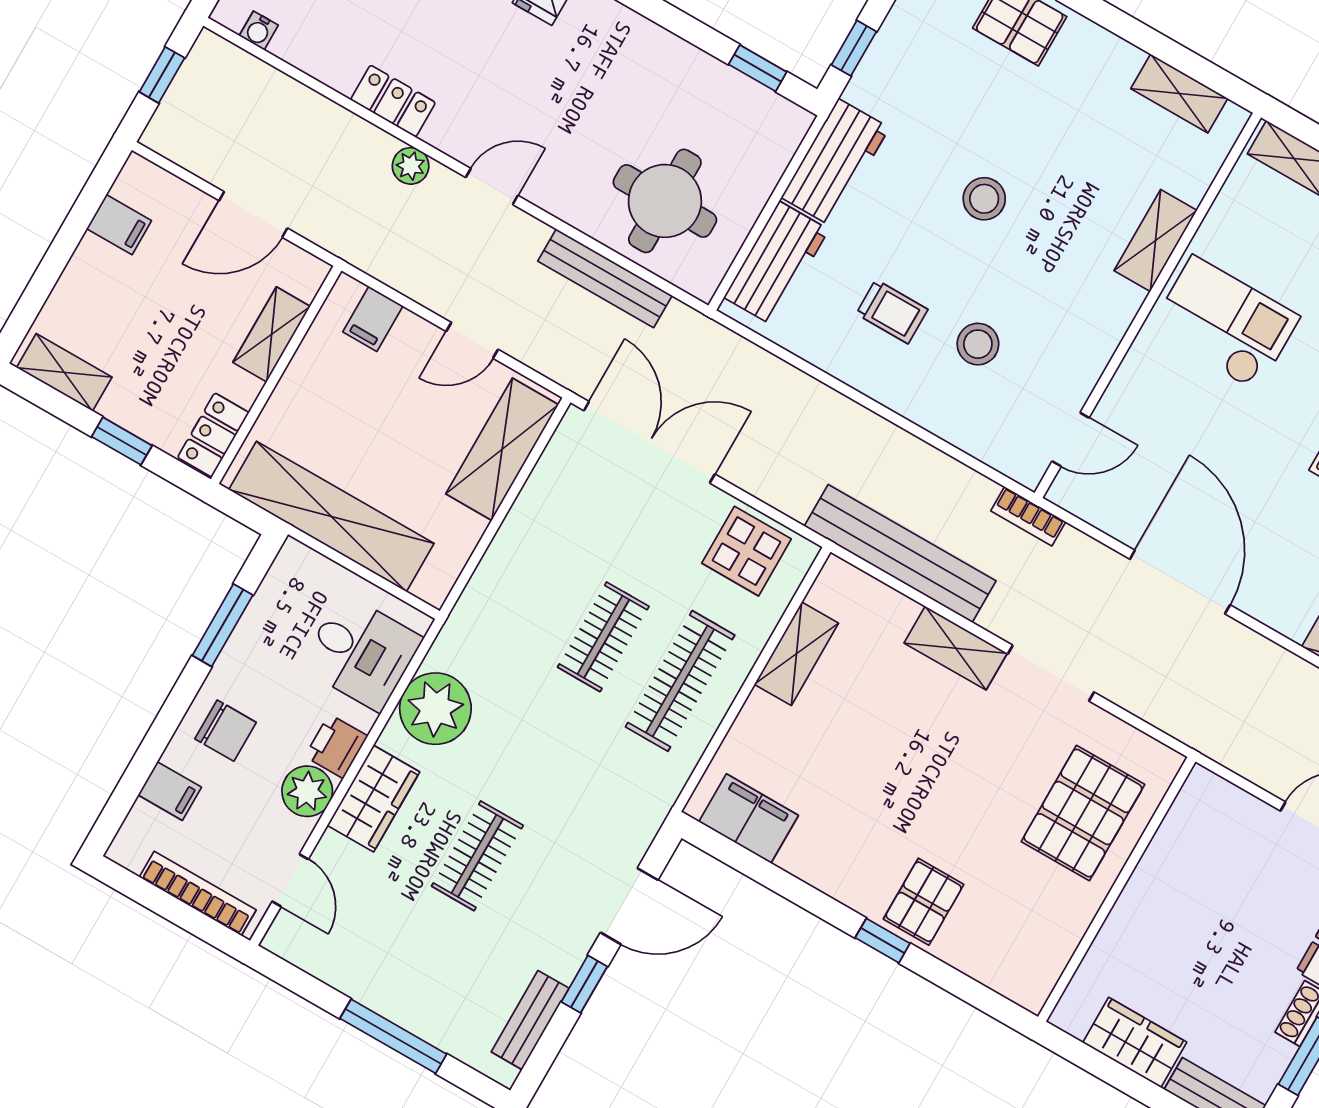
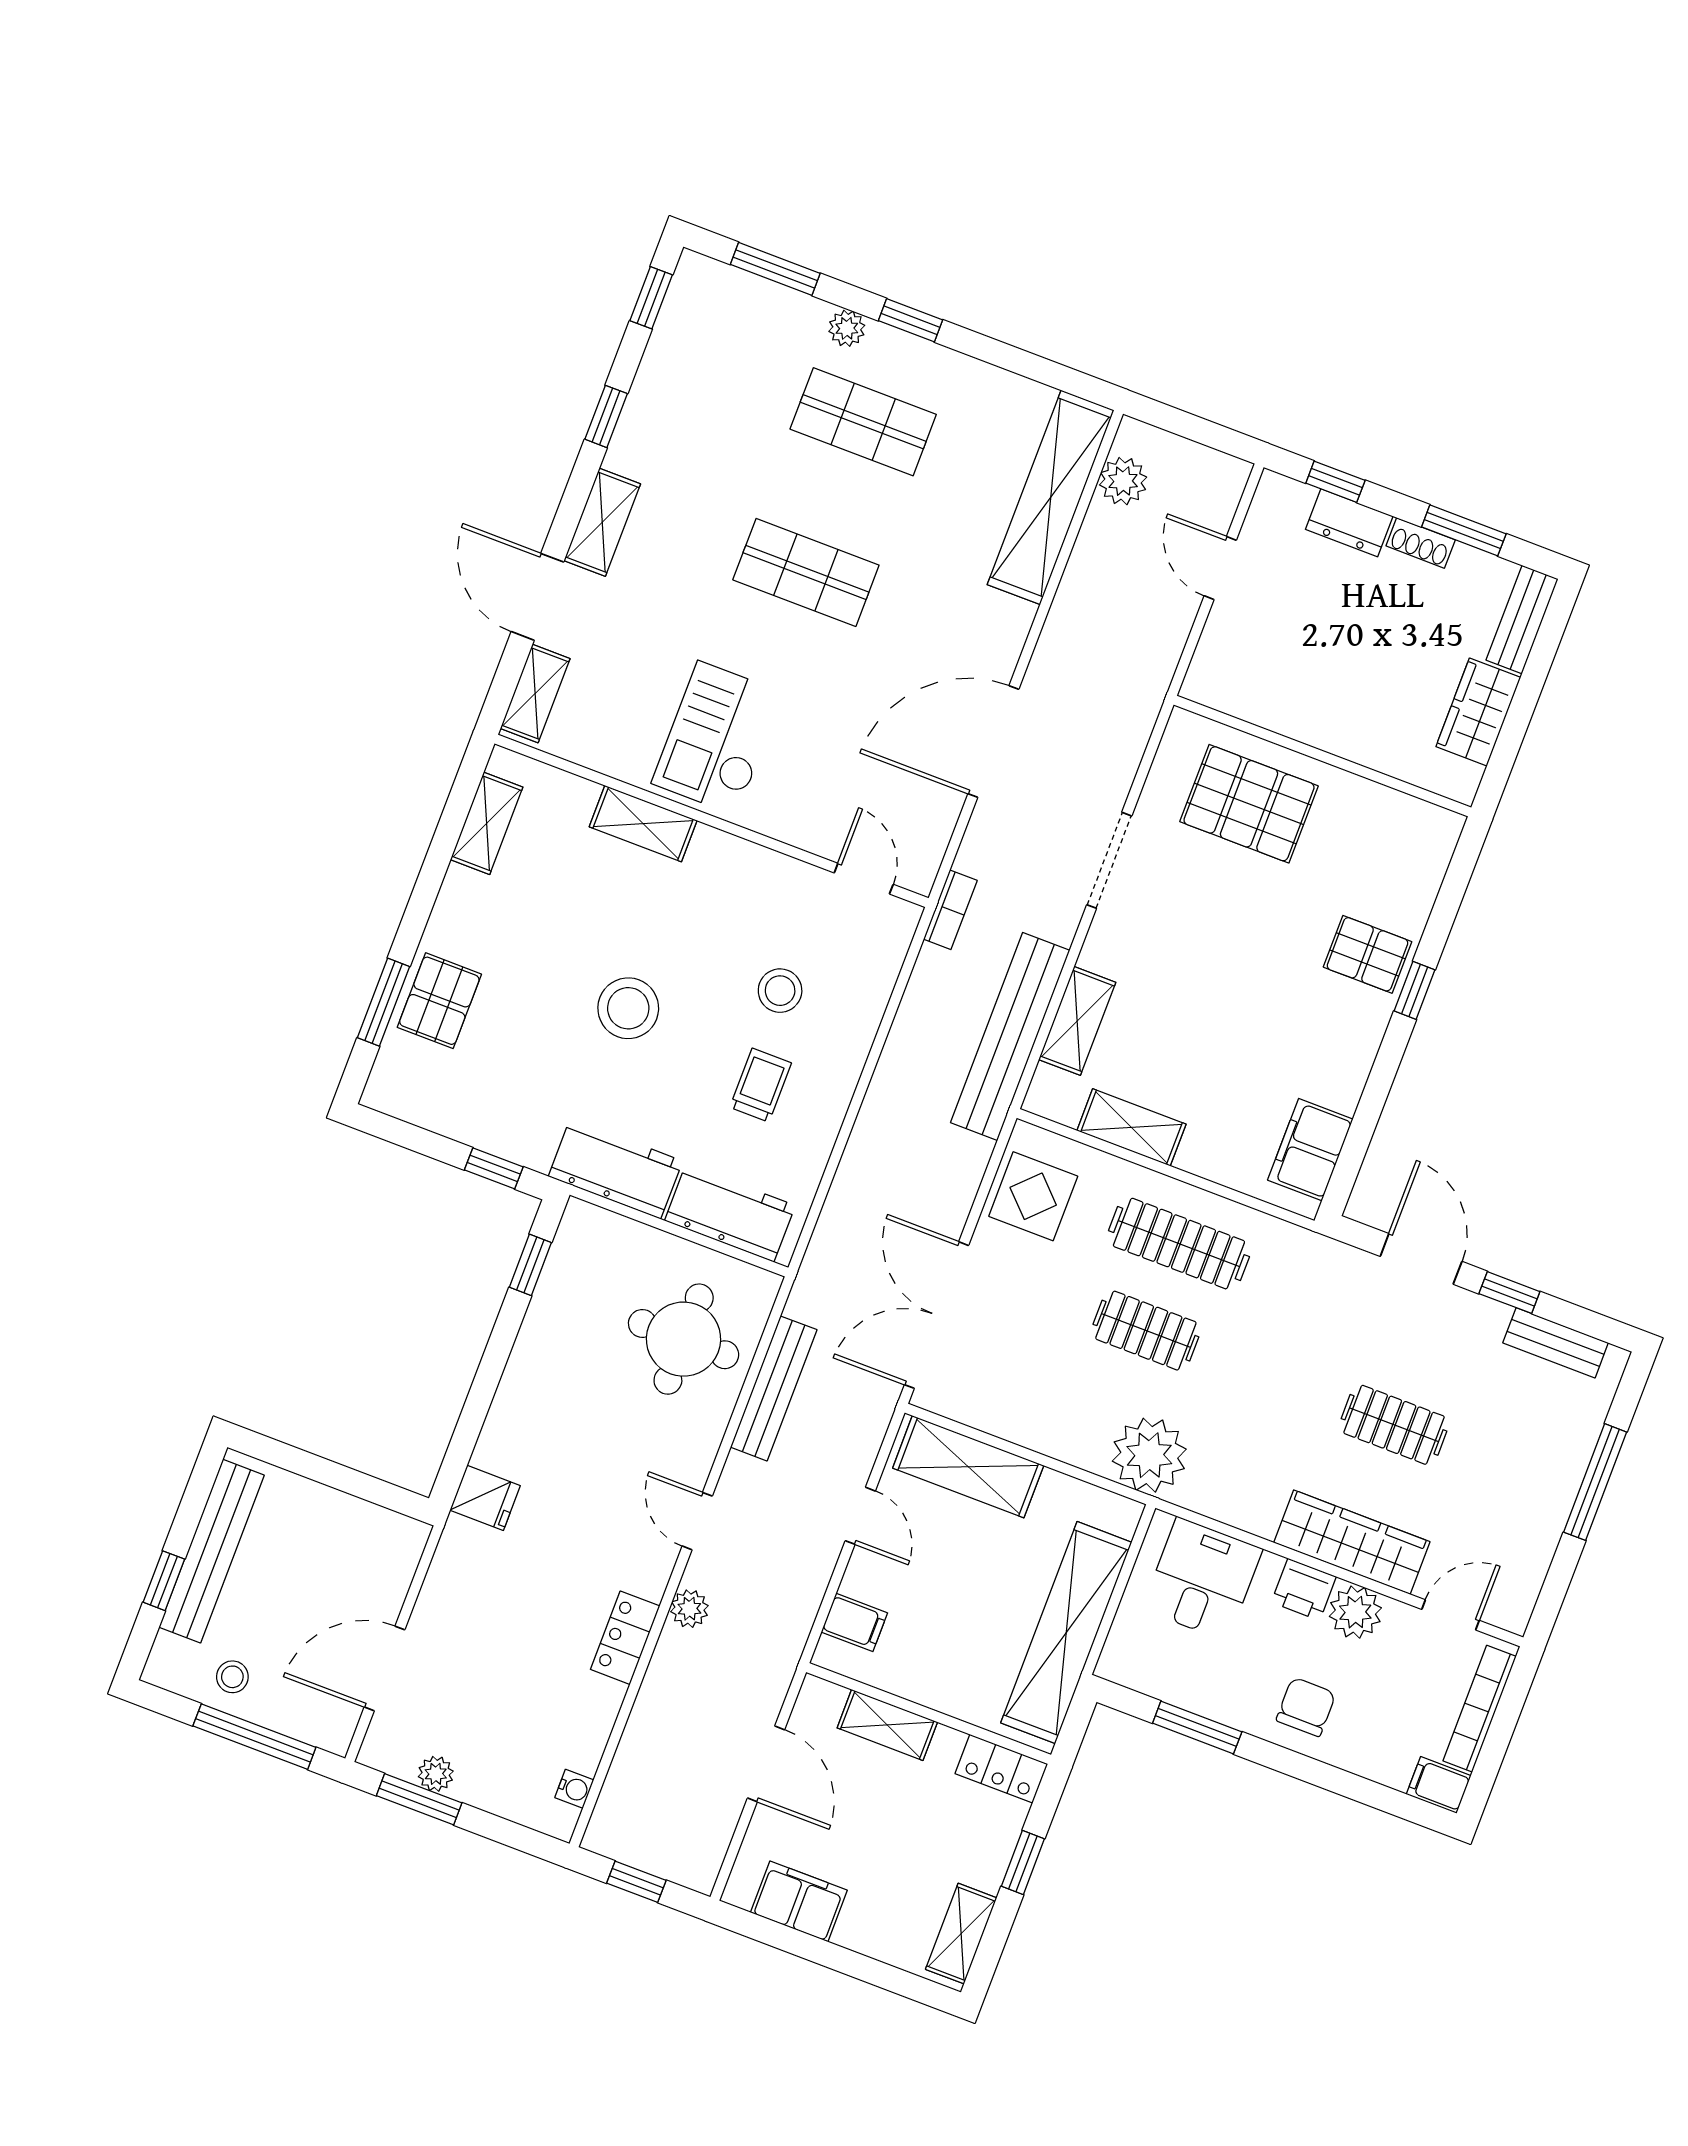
stool: (984, 199) -> (628, 1008), width x1.38, depth x1.38
filing cabinet: (119, 225) -> (799, 1901), width x2.00
shelving: (956, 648) -> (1077, 1021), moved
plant: (435, 709) -> (1149, 1455), moved
filing cabinet: (170, 791) -> (1439, 1785), moved, turned -90
wardrobe: (373, 799) -> (1352, 1542), width x1.50

